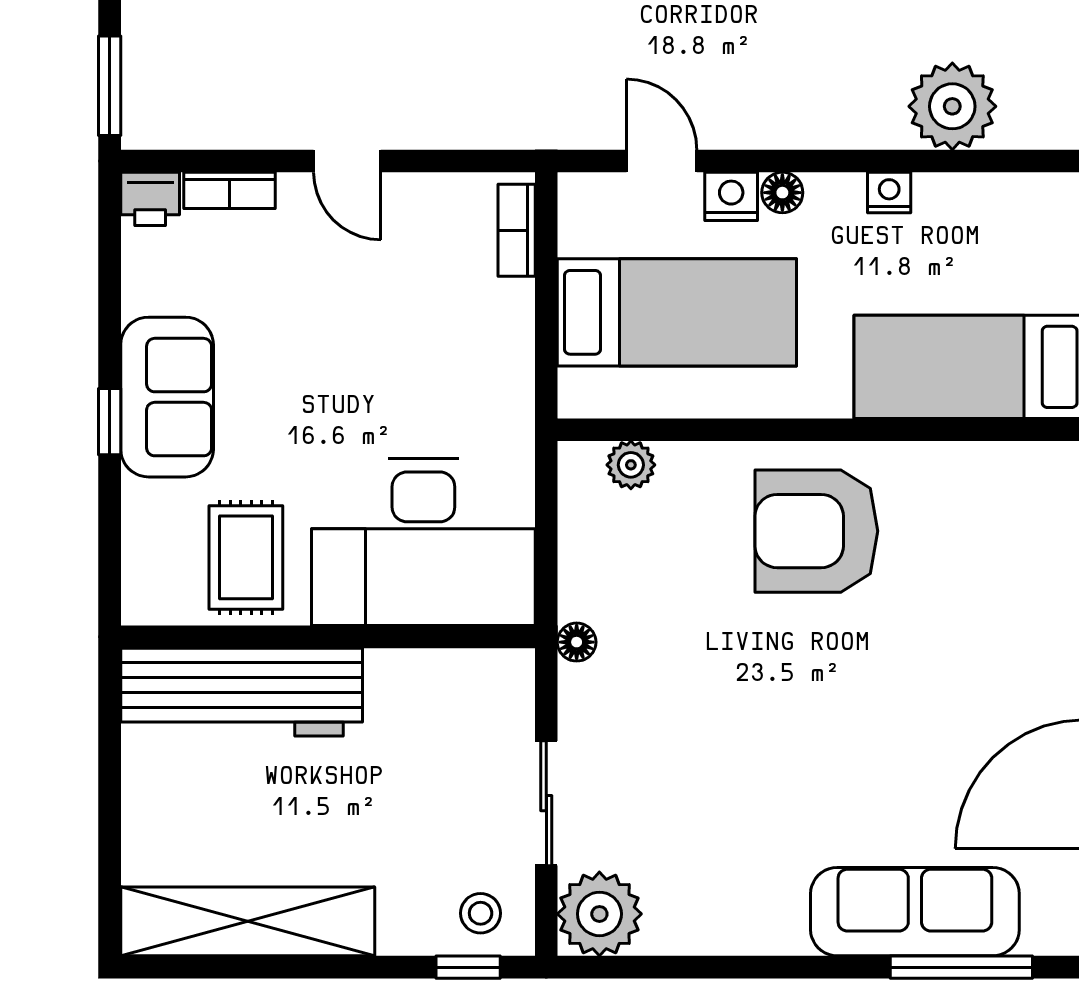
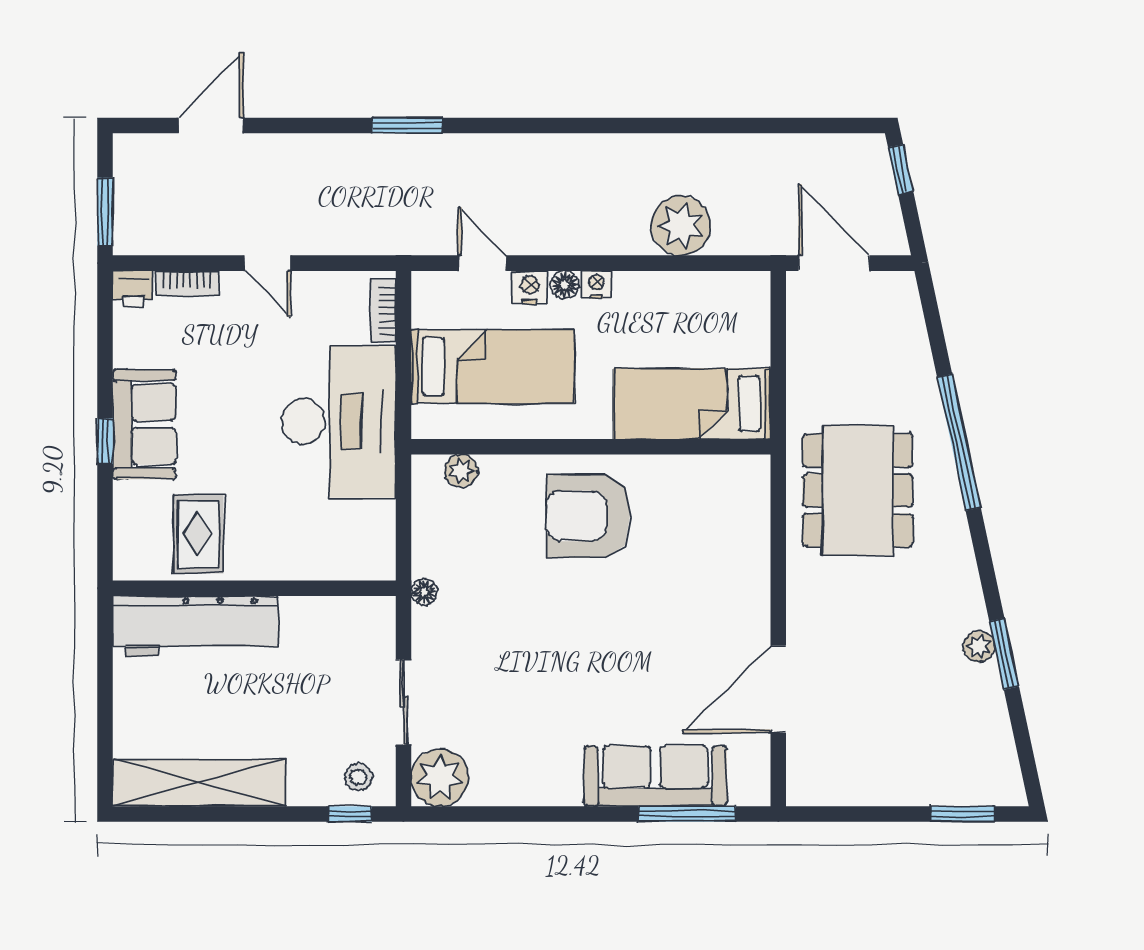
nightstand: (889, 193) -> (596, 285), moved
desk: (423, 542) -> (339, 421), moved, turned -90

